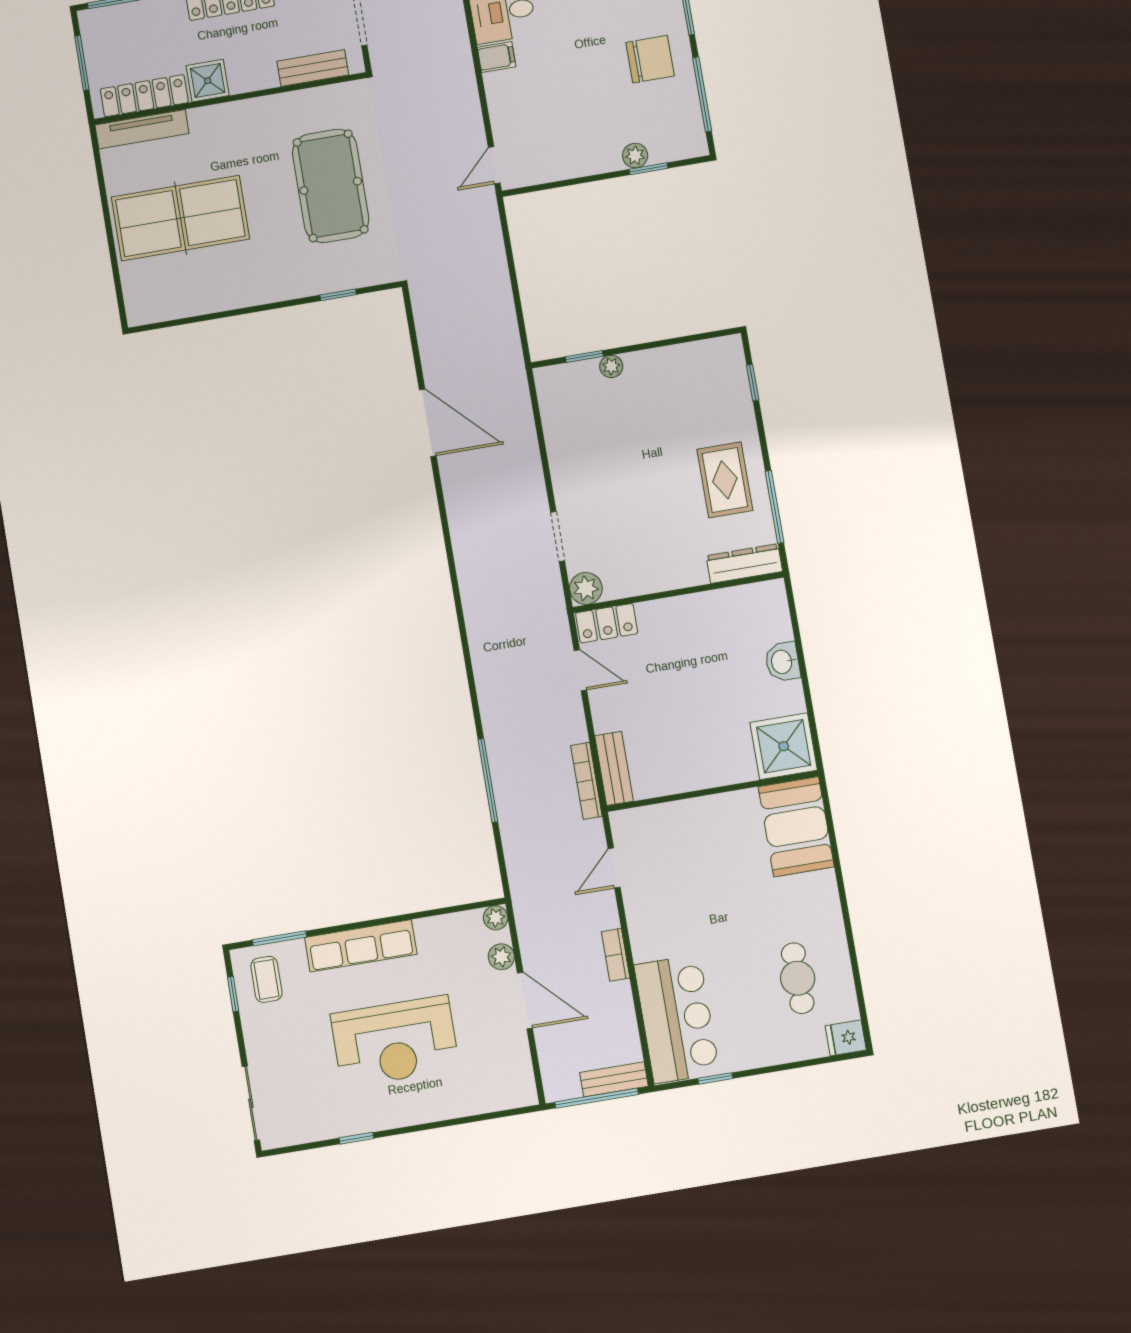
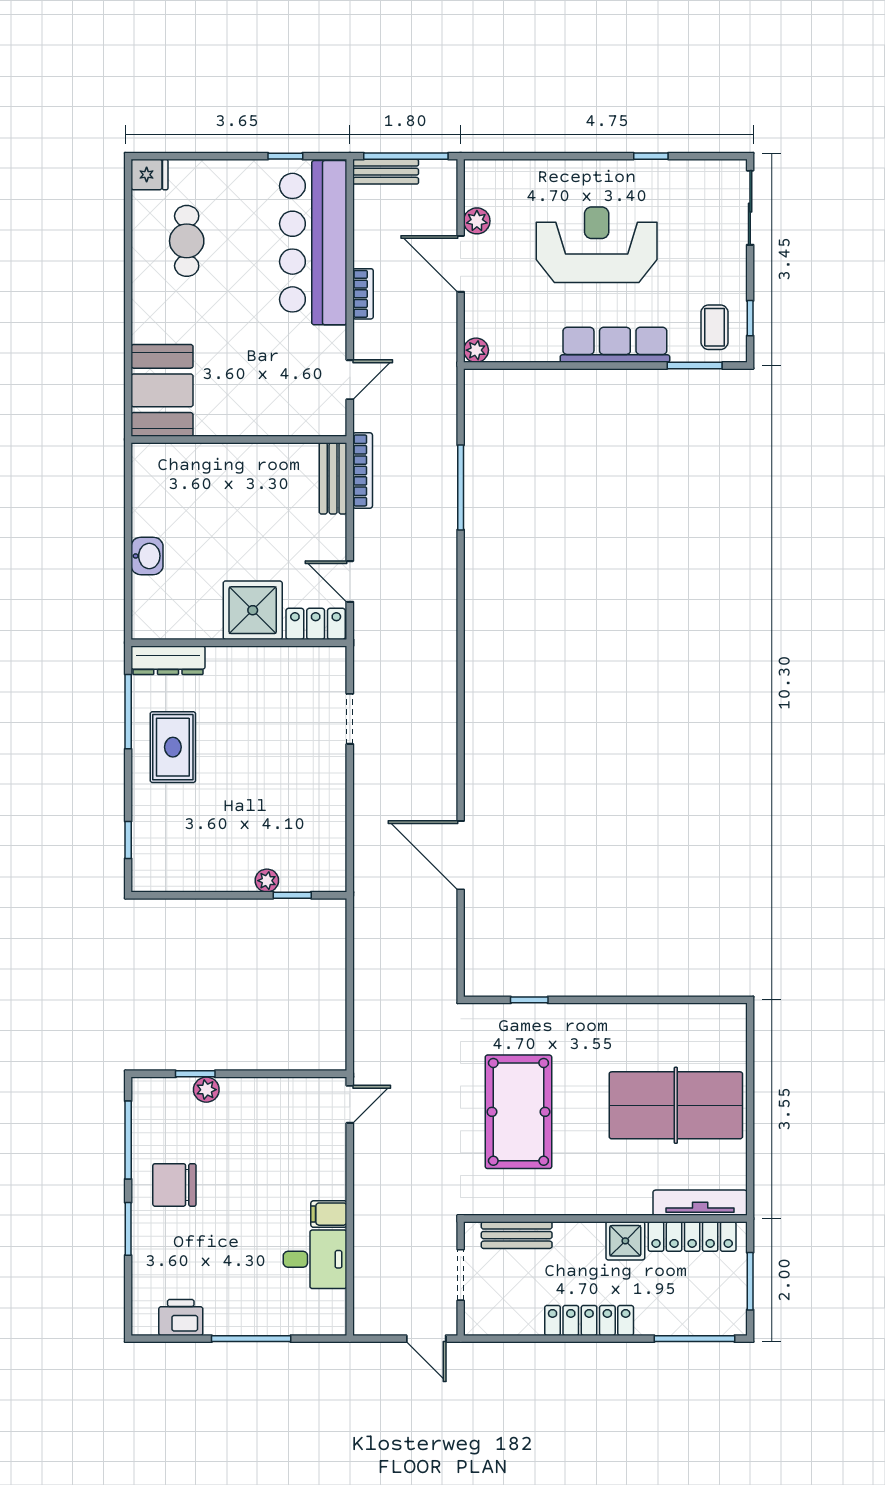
plant: (586, 588) -> (330, 662), removed
shower: (784, 746) -> (253, 610), moved
plant: (501, 957) -> (477, 221), moved
bar counter: (677, 1019) -> (313, 243), width x1.36

